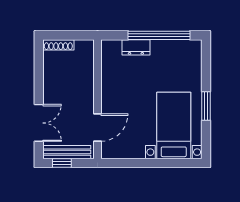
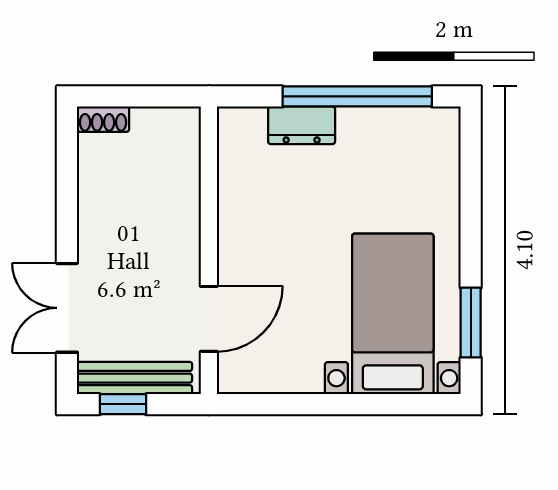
shoe rack: (58, 45) -> (103, 119), width x0.70
window: (206, 106) -> (471, 323), moved
double door: (39, 123) -> (67, 308), swing flipped

